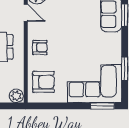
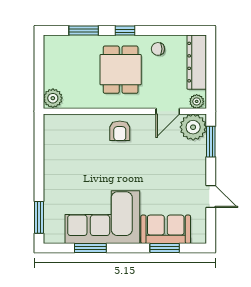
armchair: (43, 82) -> (72, 136), removed
corner sofa: (95, 84) -> (102, 217), moved, turned -90

